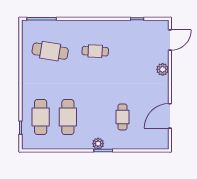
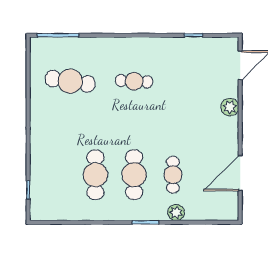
cafe table: (41, 117) -> (134, 175), moved
plant: (98, 144) -> (176, 213), moved

